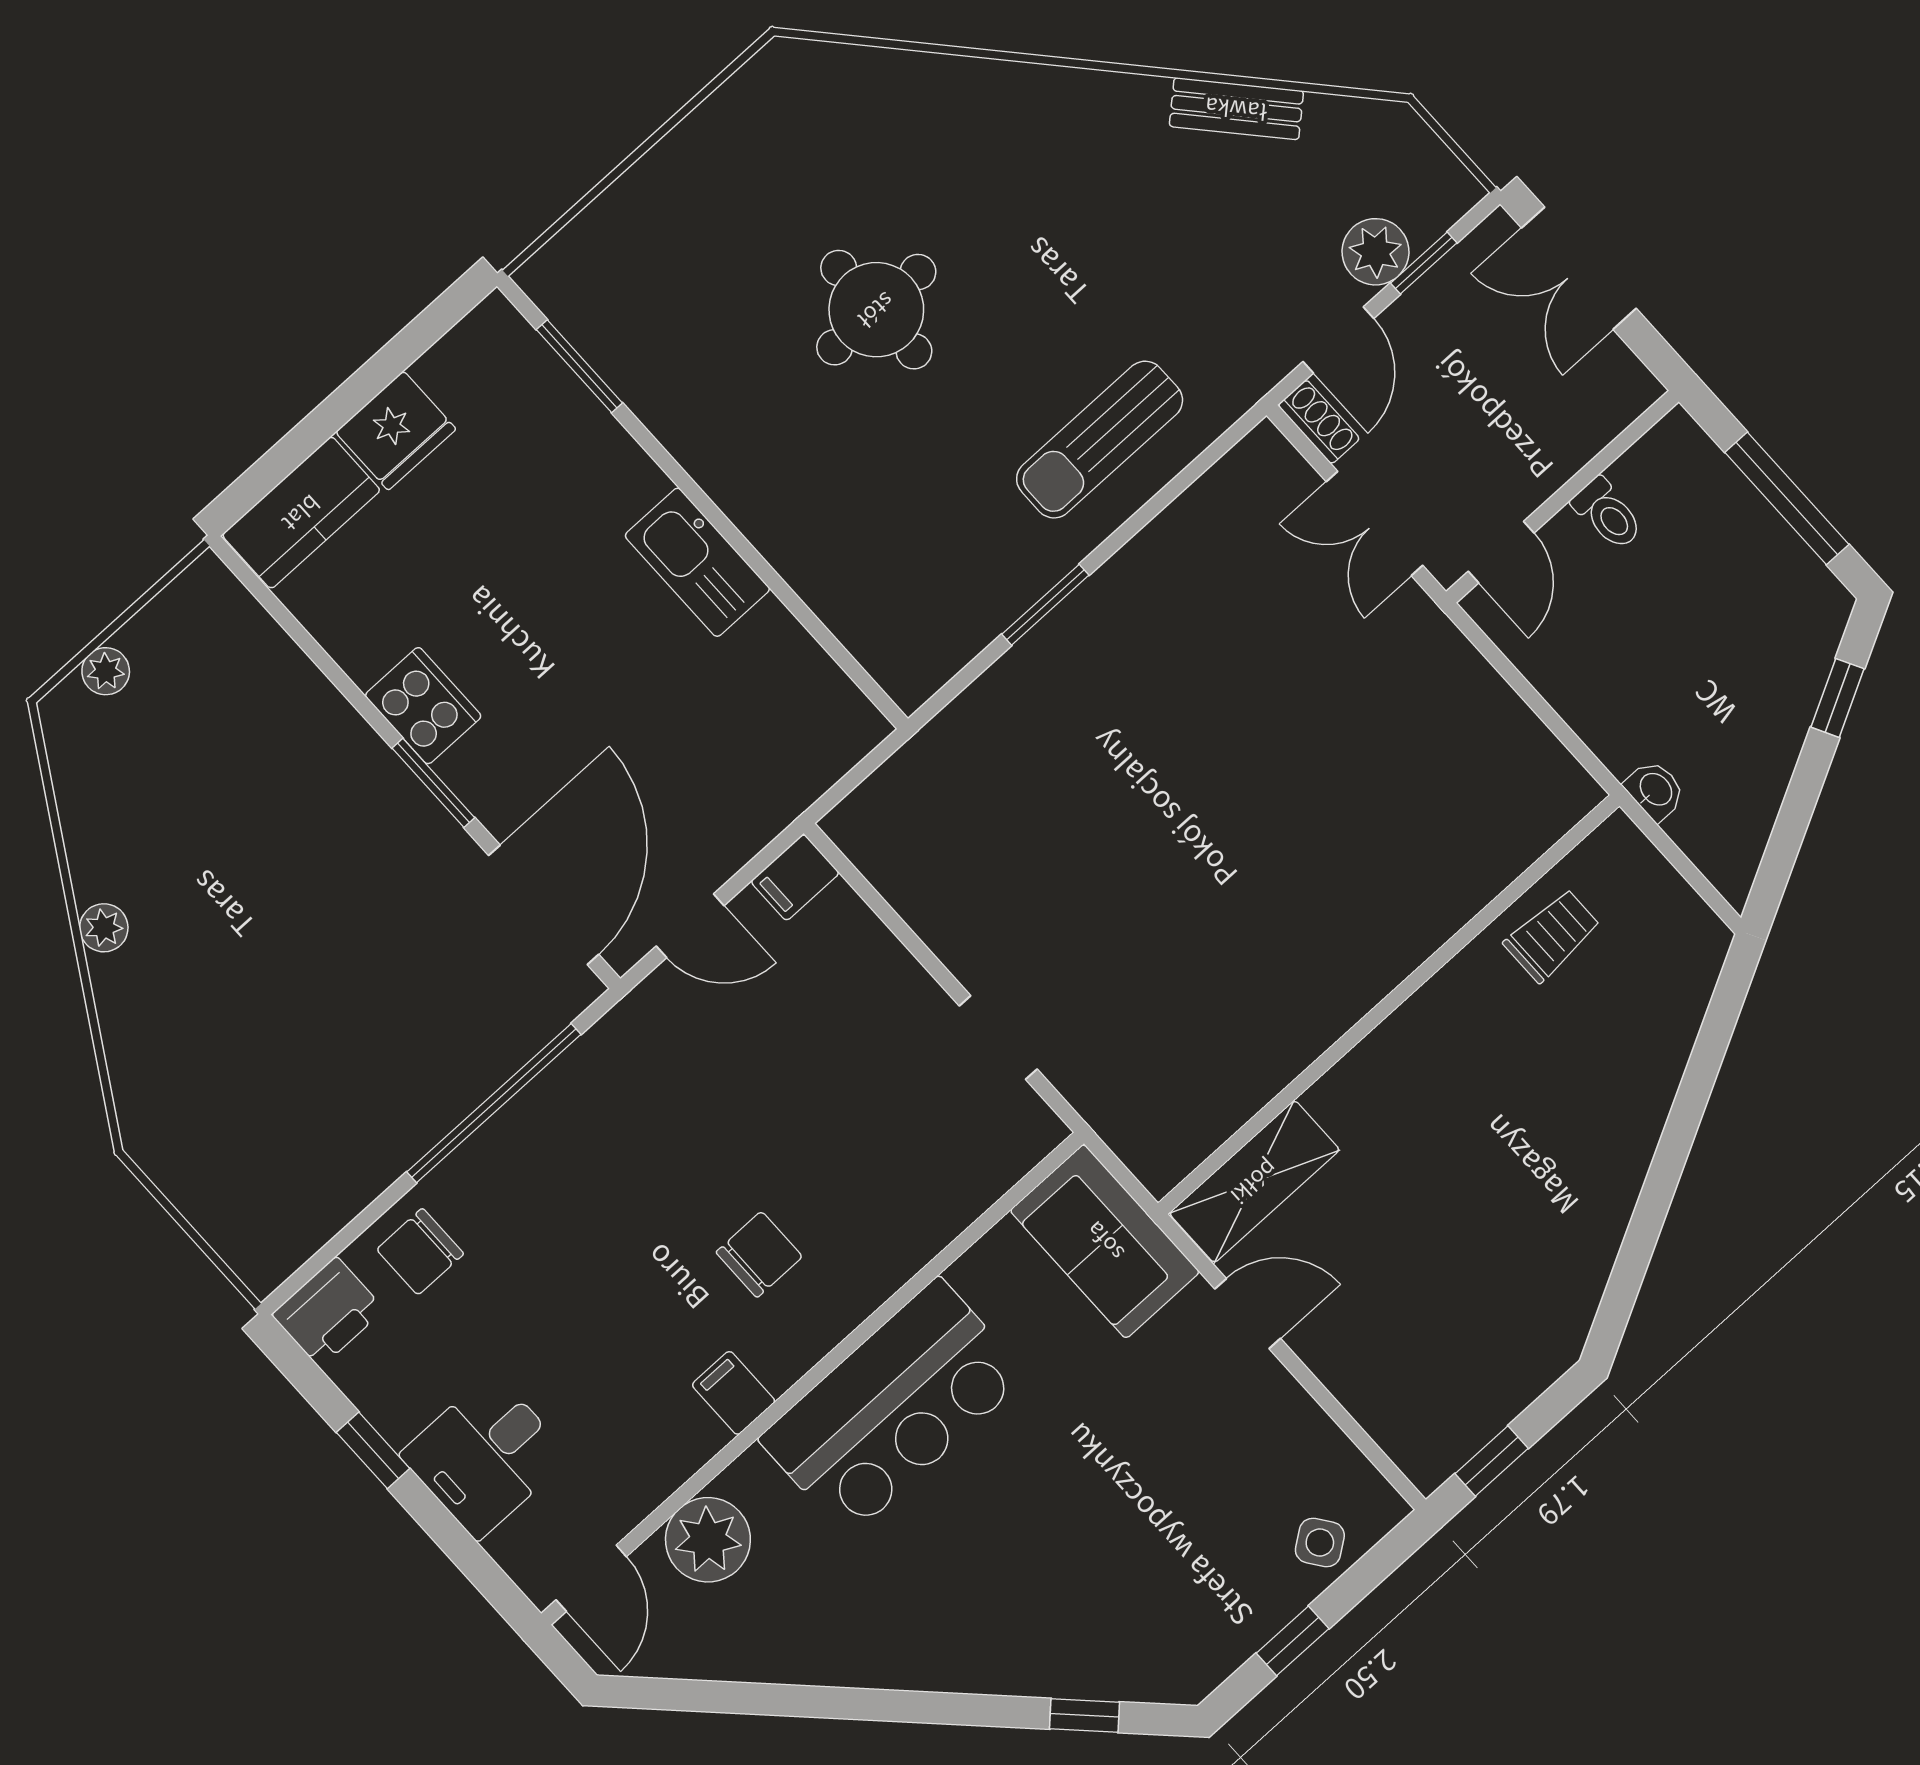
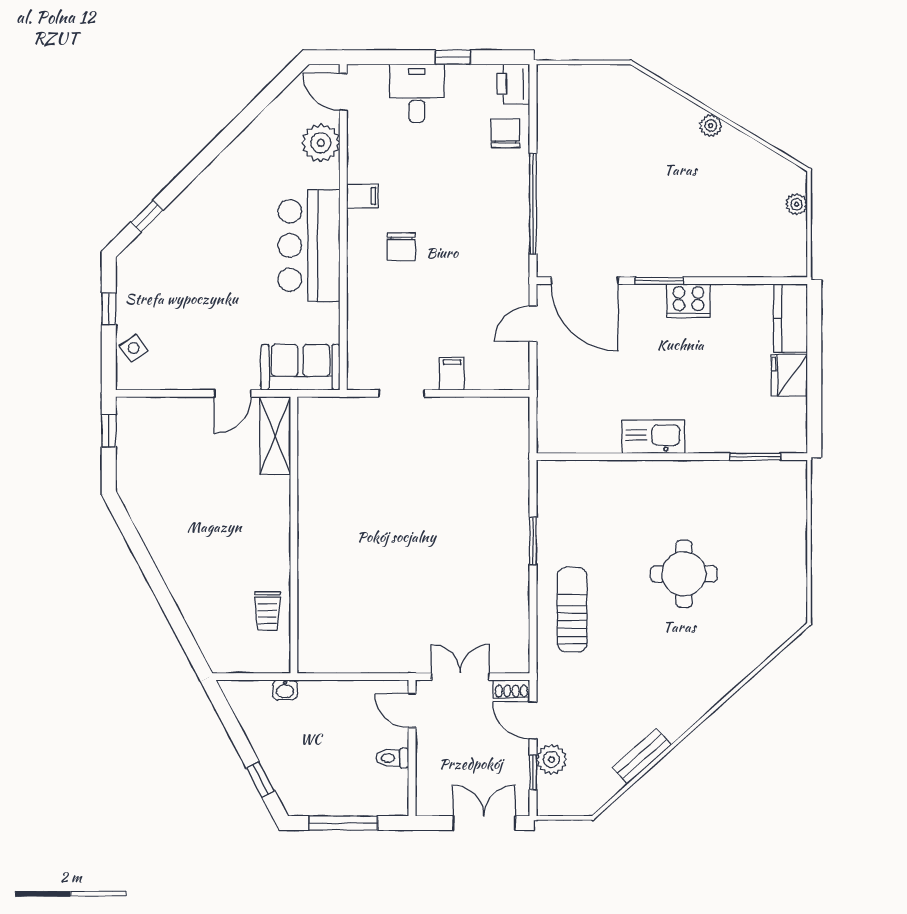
filing cabinet: (795, 877) -> (452, 374), moved

